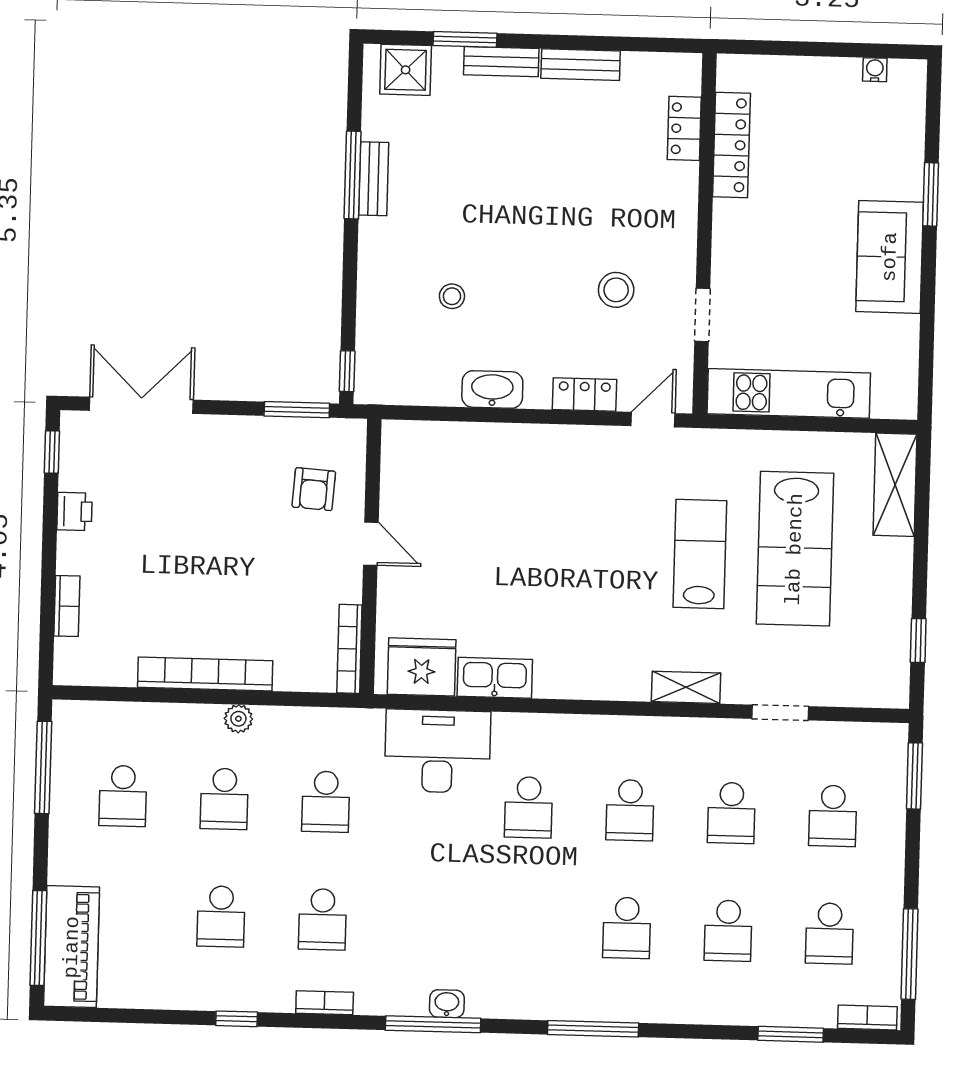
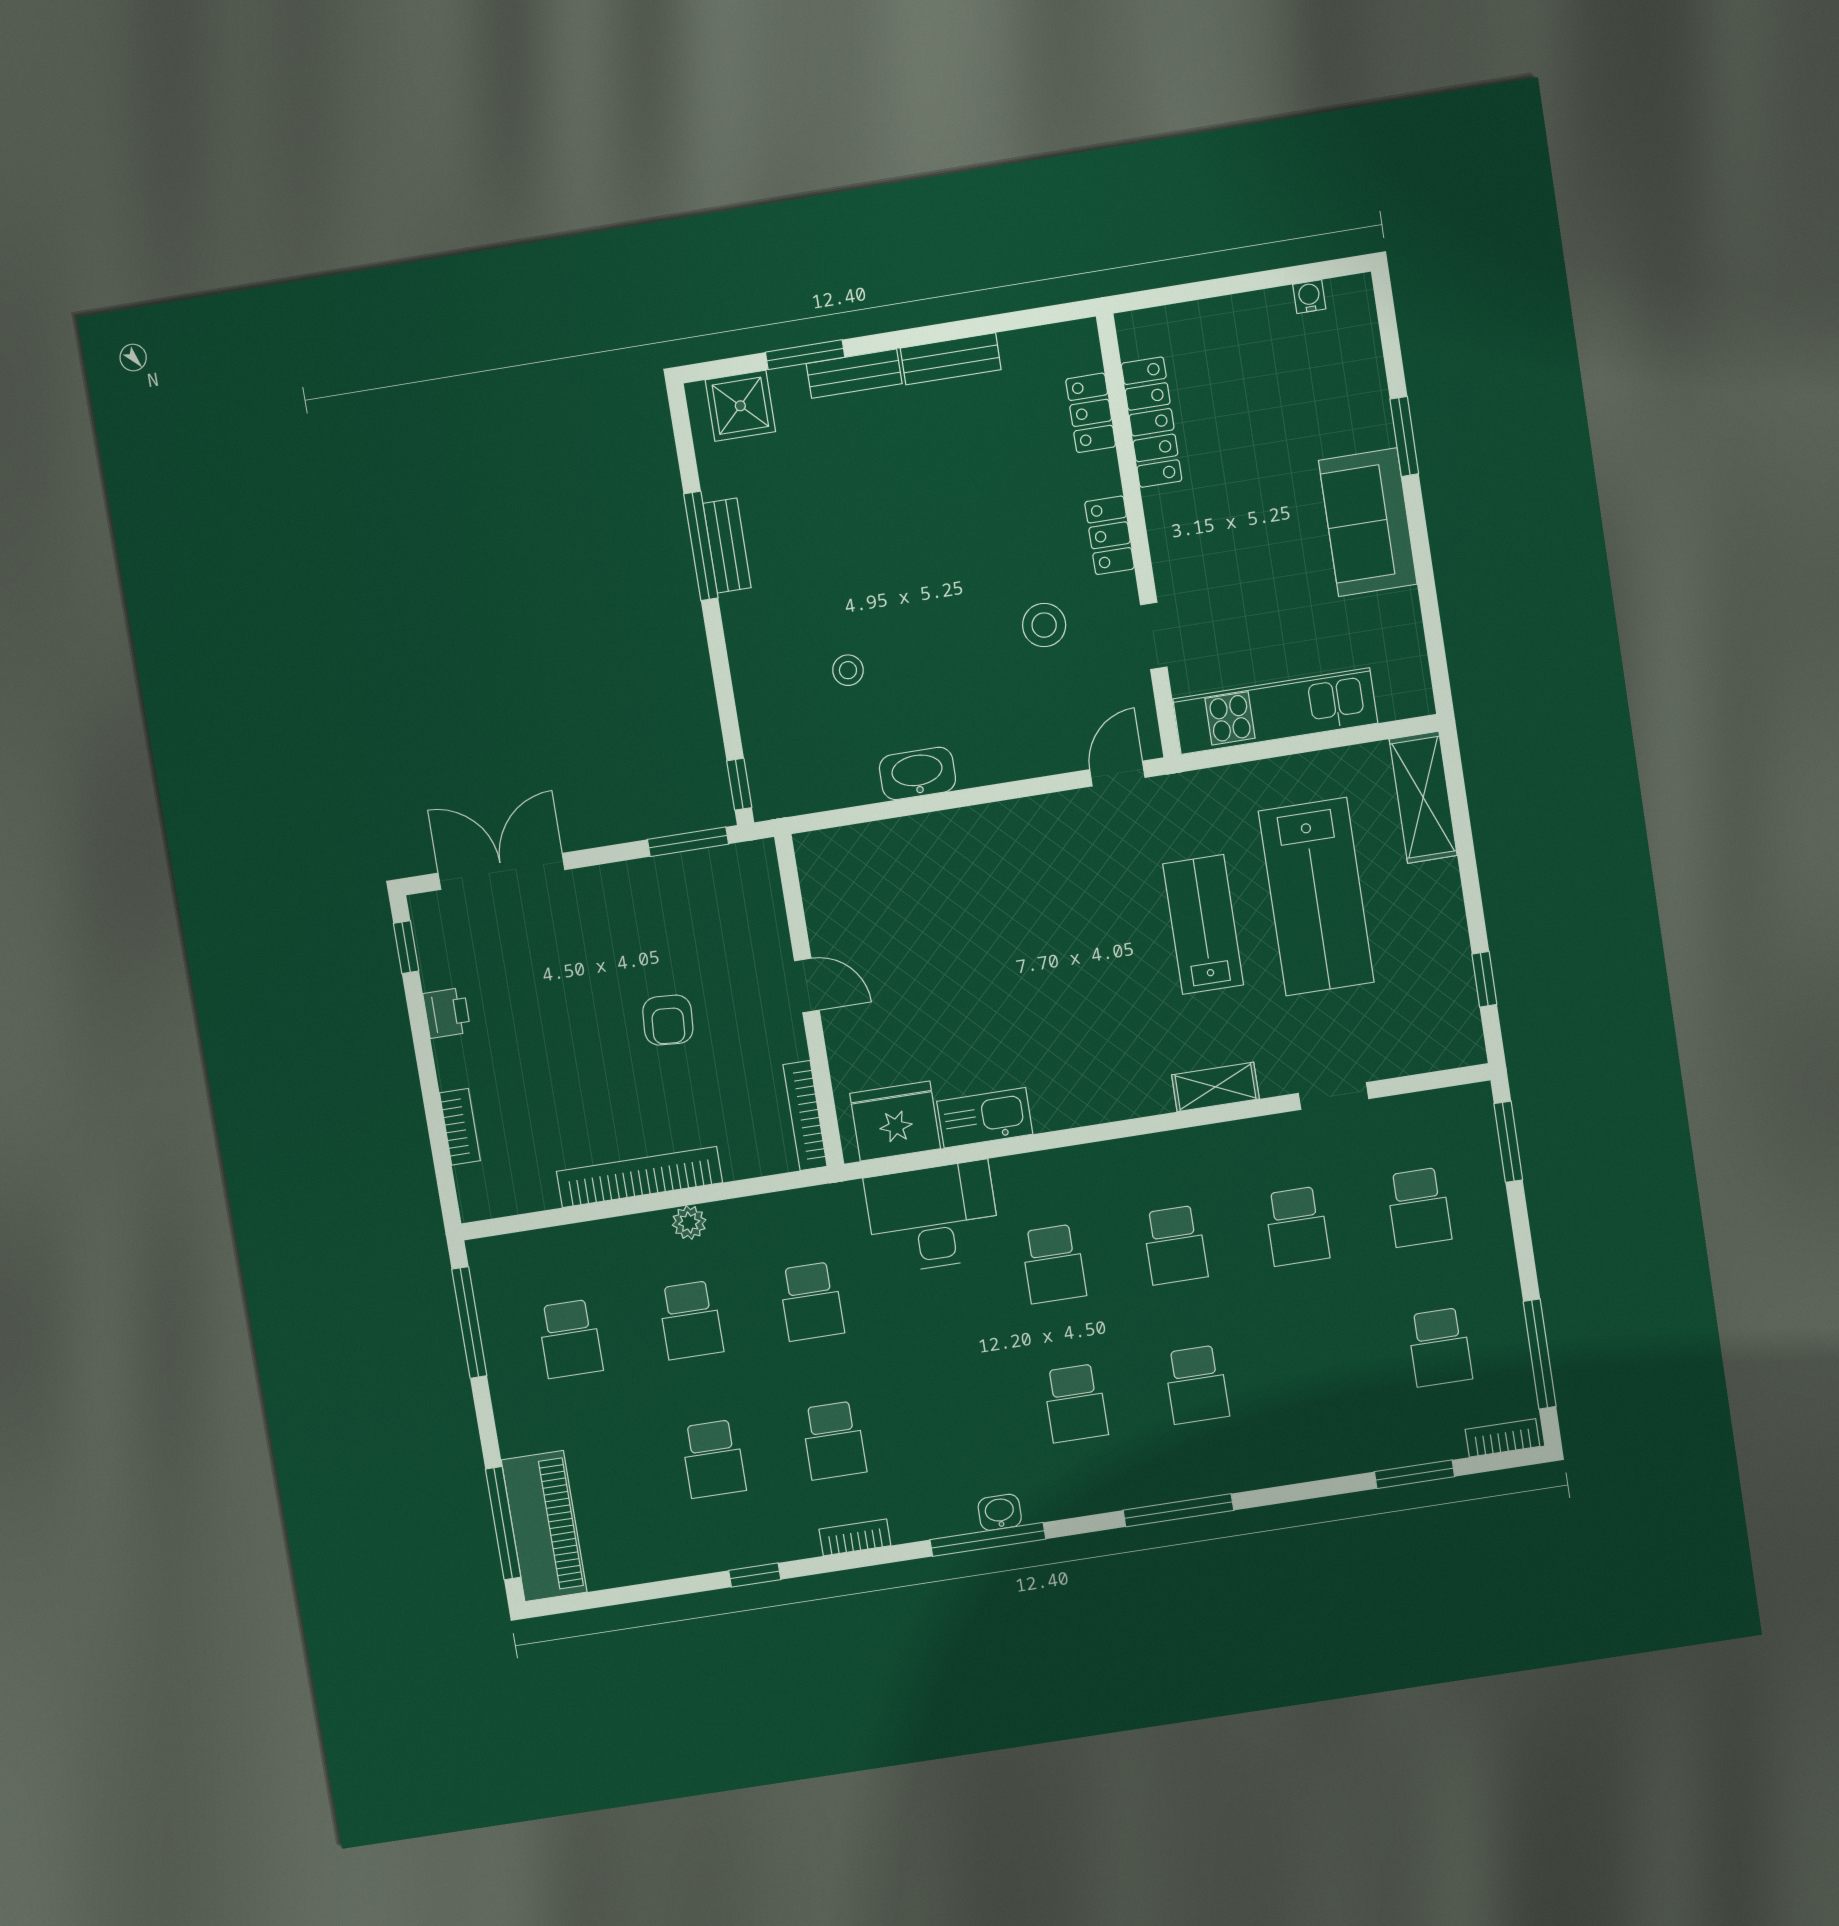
locker: (585, 395) -> (1110, 535), moved, turned -90
armchair: (314, 489) -> (668, 1020), moved
school desk: (728, 931) -> (1075, 1403), moved

